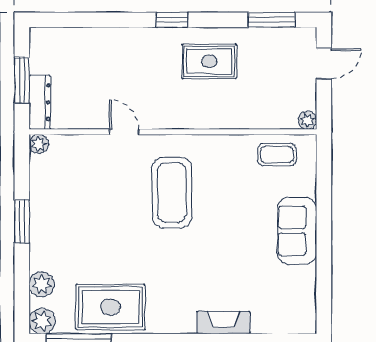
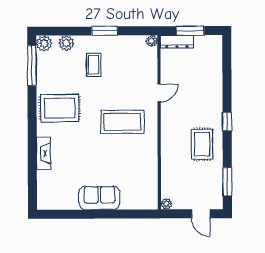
coffee table: (277, 155) -> (94, 65), moved
rug: (110, 307) -> (60, 108), moved, turned 90

